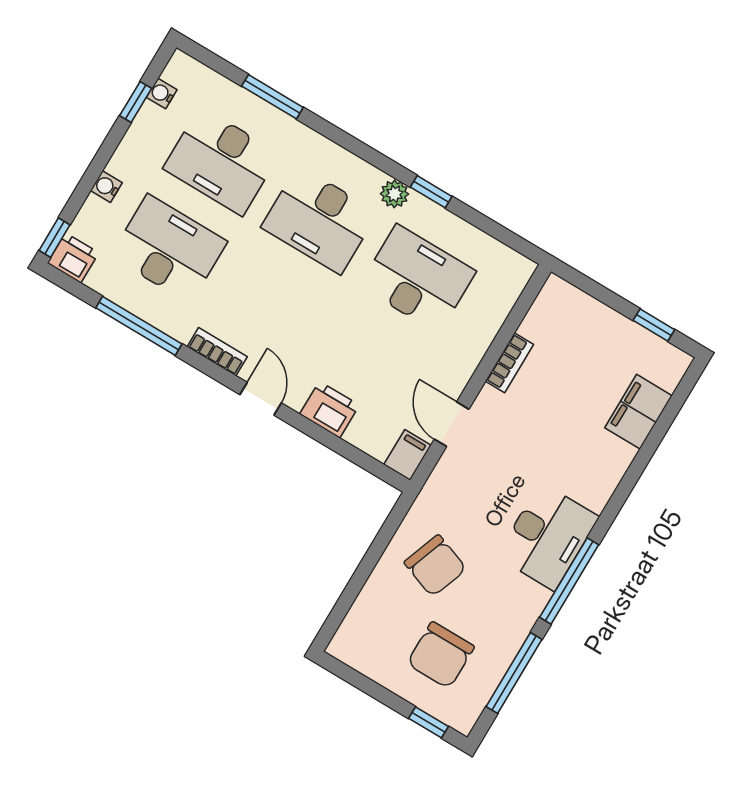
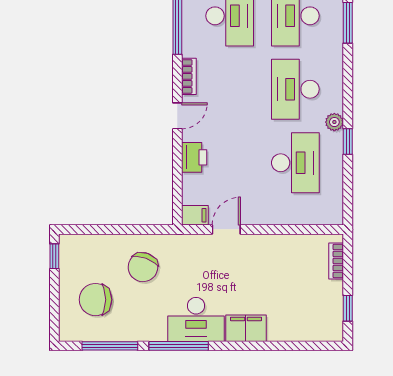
bookcase: (509, 363) -> (336, 261), moved, turned 90
filing cabinet: (638, 412) -> (246, 328), moved
window: (428, 722) -> (54, 256), moved

